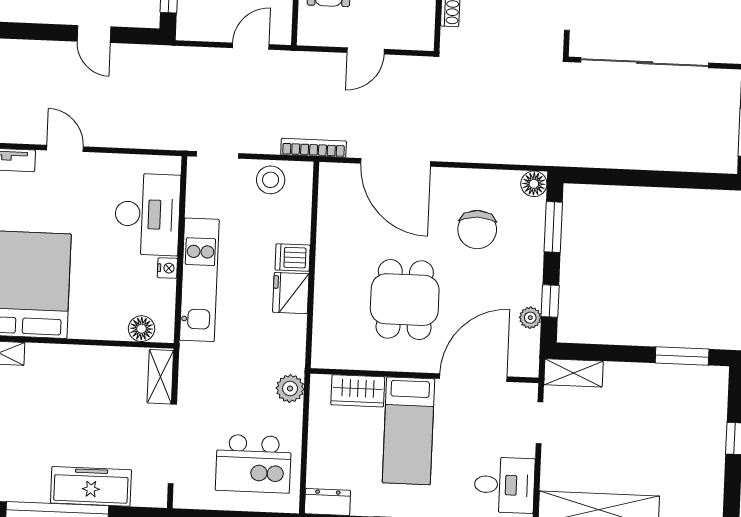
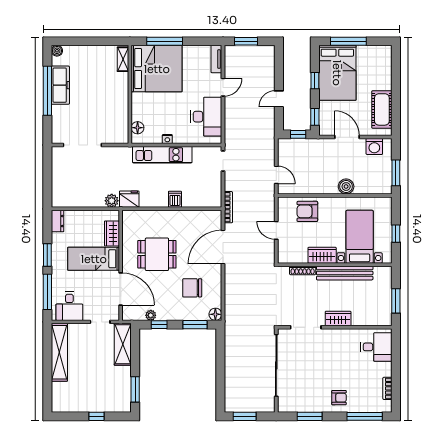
stool: (271, 180) -> (212, 187), removed
desk: (147, 214) -> (206, 117), moved, turned -90
fridge: (291, 293) -> (129, 199), moved
shelving: (573, 373) -> (123, 344), width x1.50, depth x1.33
shelving: (160, 377) -> (115, 138), removed
kitchen island: (253, 464) -> (75, 185), removed
freezer: (91, 486) -> (60, 85), moved

